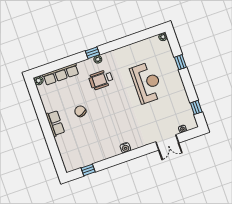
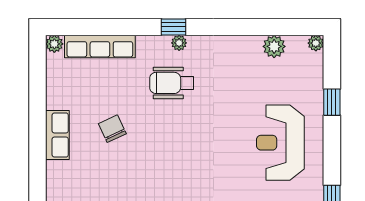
plant: (144, 45) -> (274, 46), added
reception desk: (147, 83) -> (280, 143), moved, turned 180

